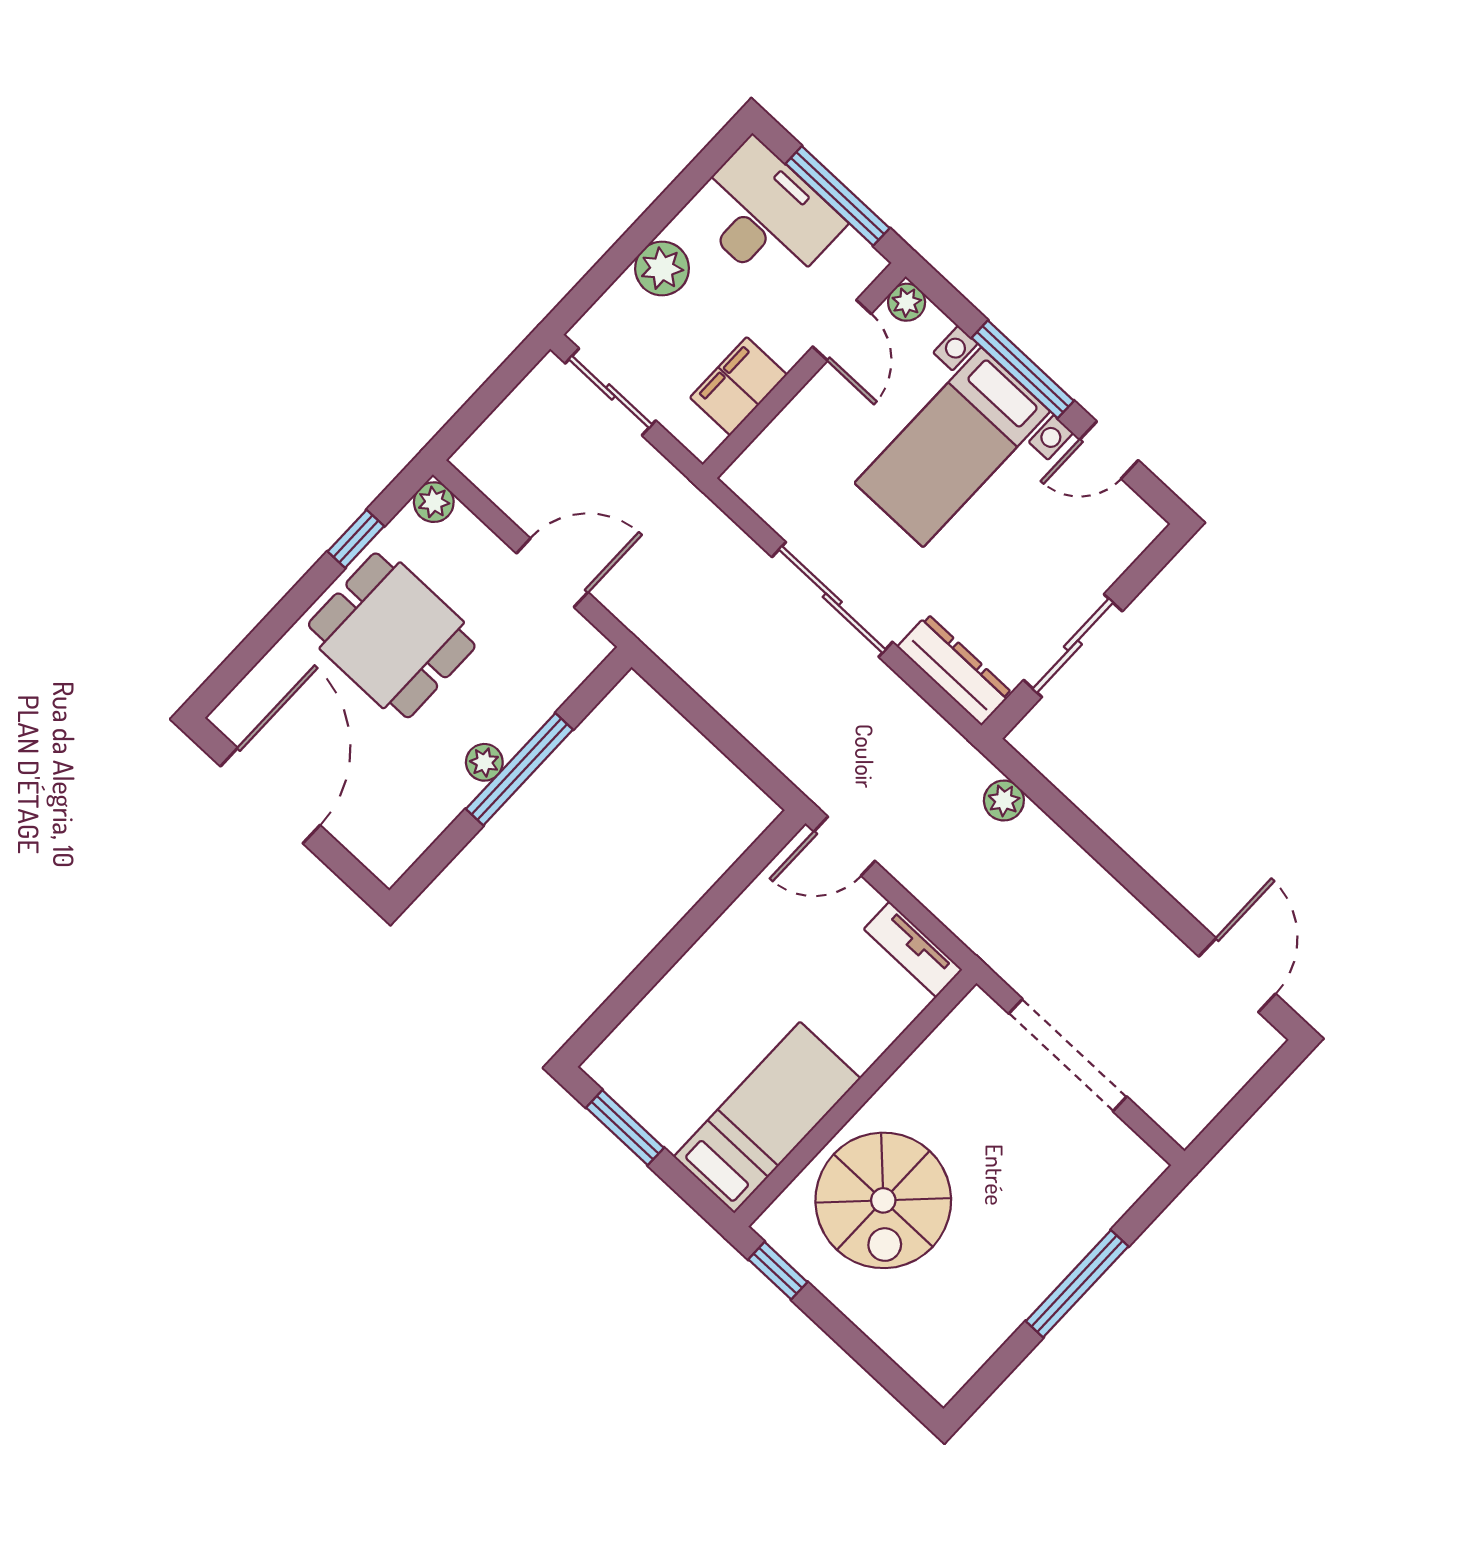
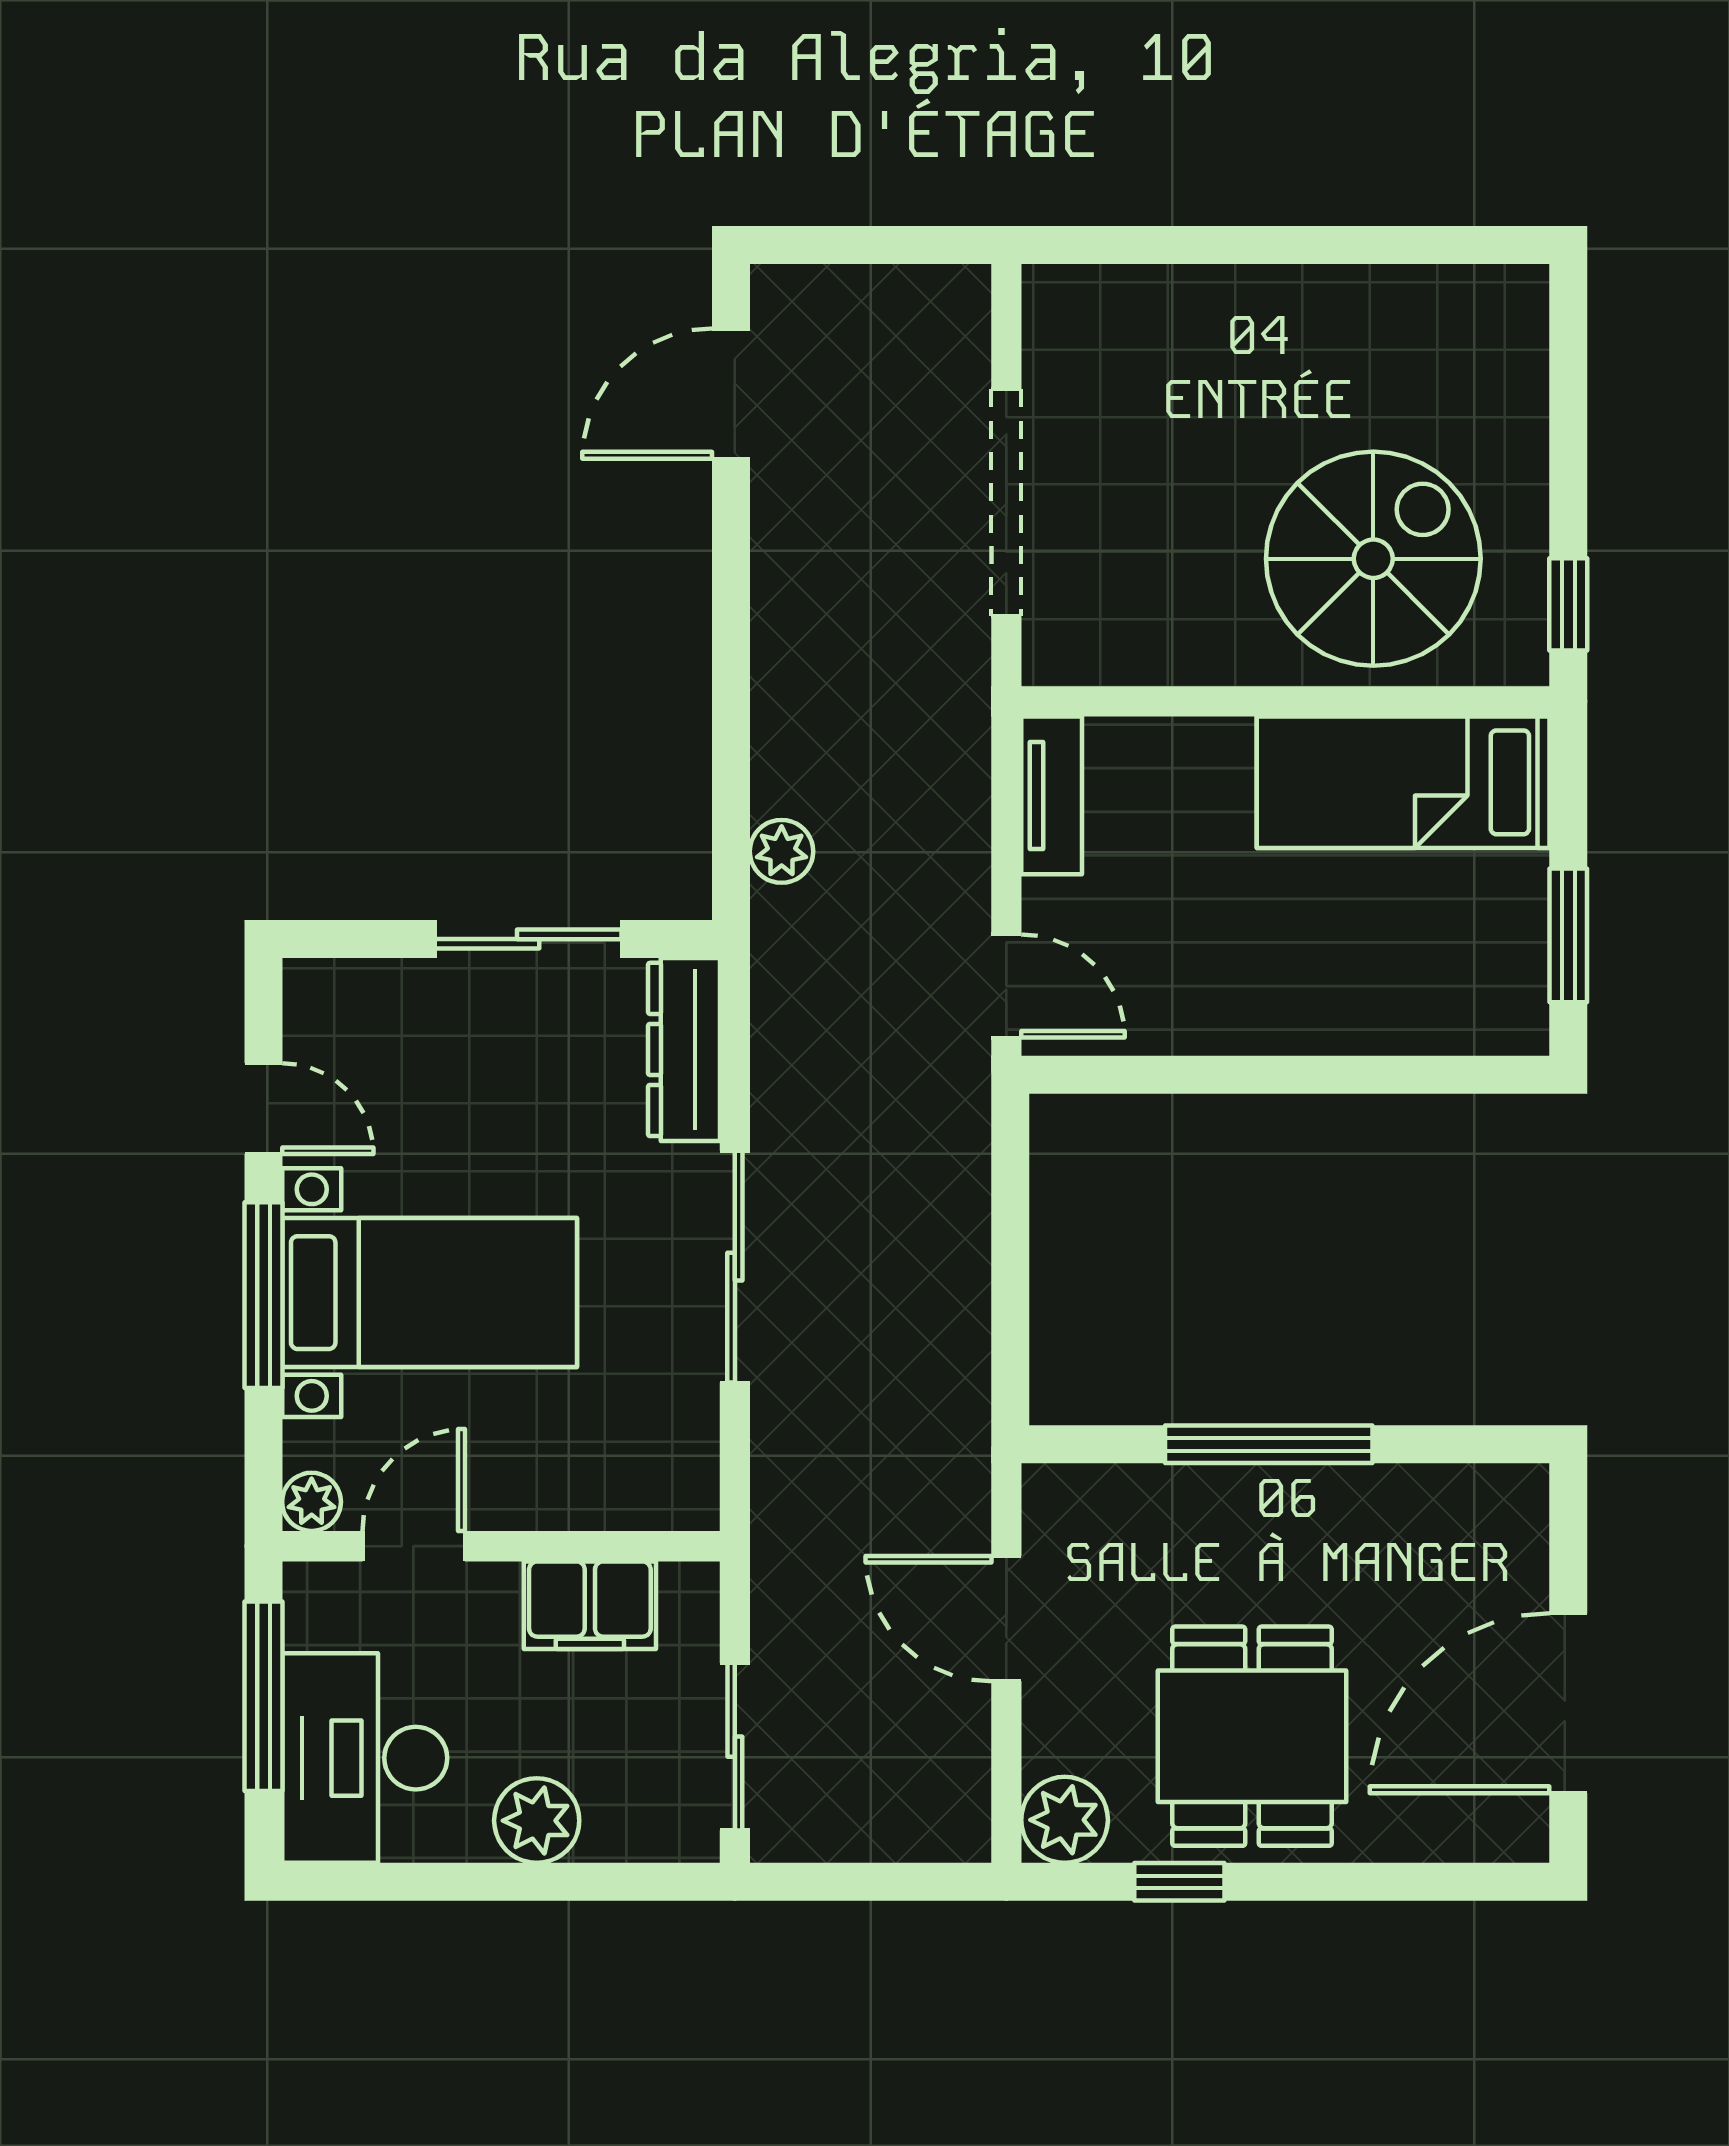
plant: (434, 502) -> (1065, 1820), width x1.38, depth x1.38
plant: (484, 762) -> (1299, 1492), removed
window: (1077, 1284) -> (1260, 245), removed

